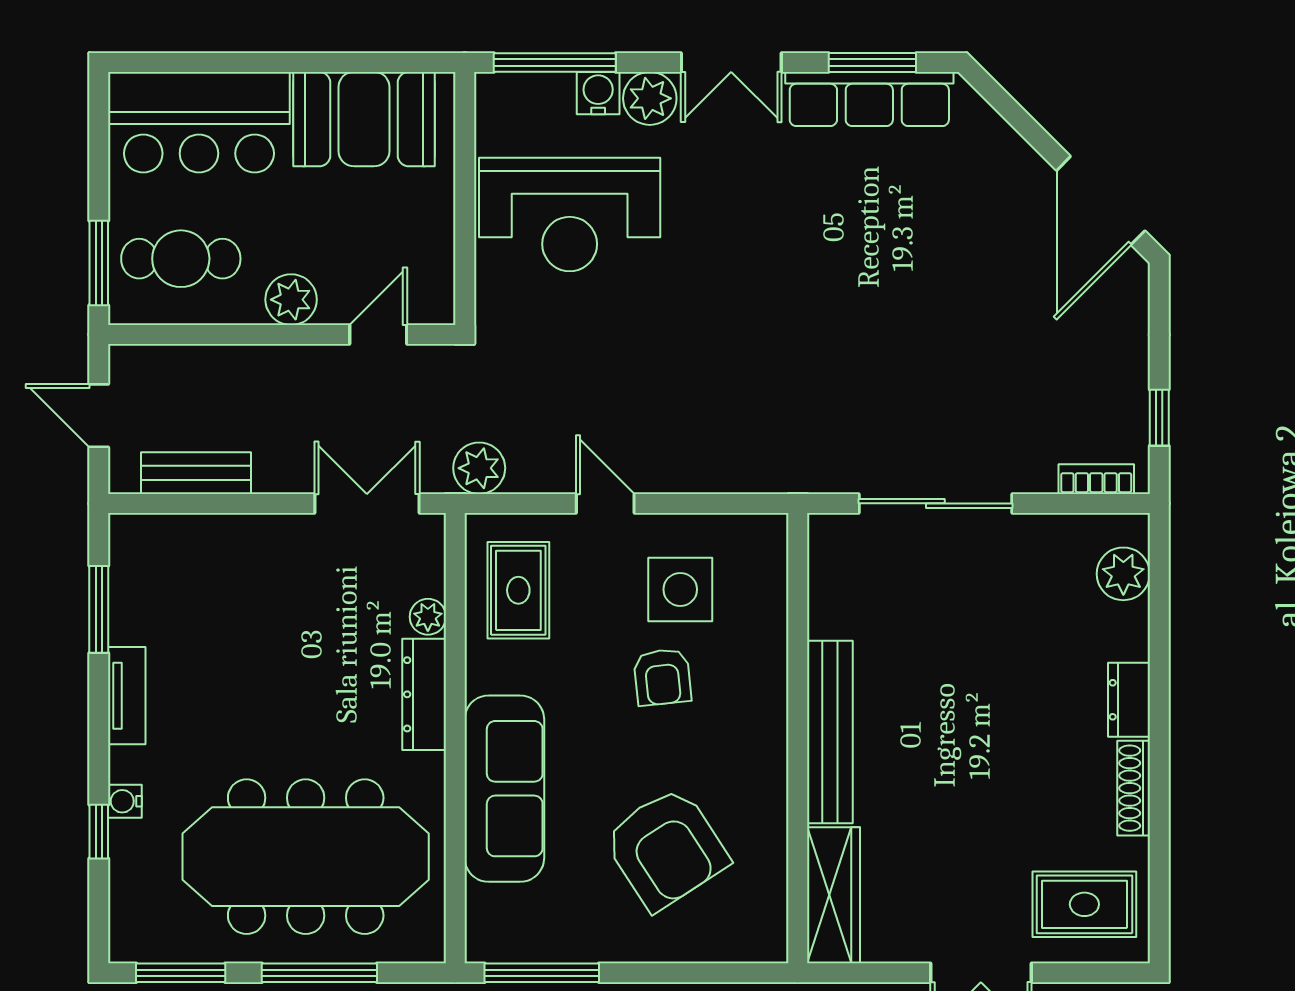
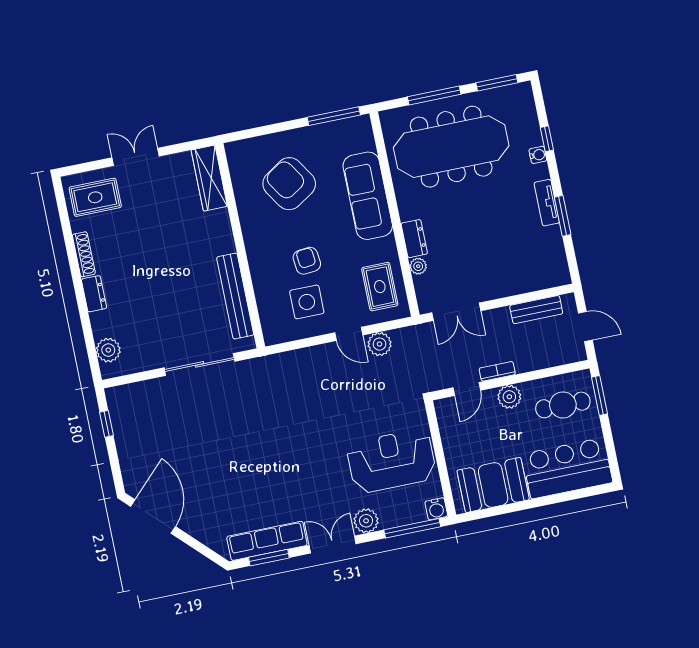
water cooler: (598, 93) -> (436, 509), moved
plant: (479, 468) -> (380, 344), moved
bookcase: (1096, 479) -> (497, 371), moved, turned 180
window: (99, 609) -> (563, 216), moved
dresser: (424, 694) -> (414, 239), width x0.70
bench: (830, 732) -> (235, 296), moved

